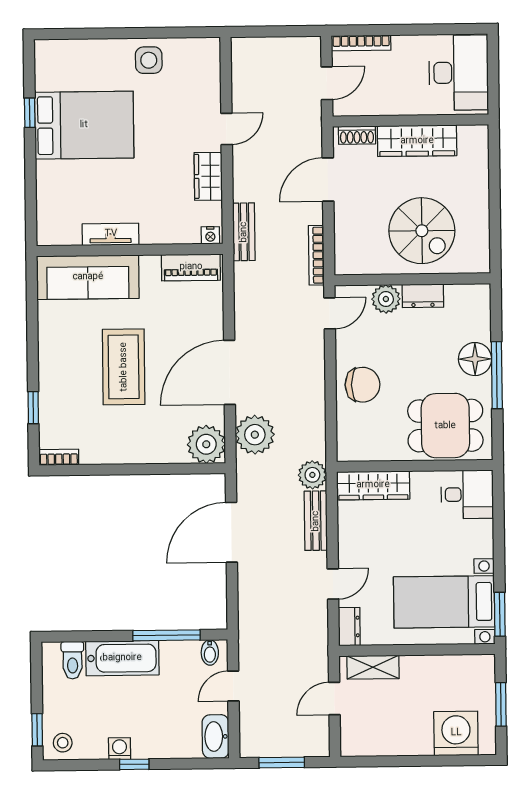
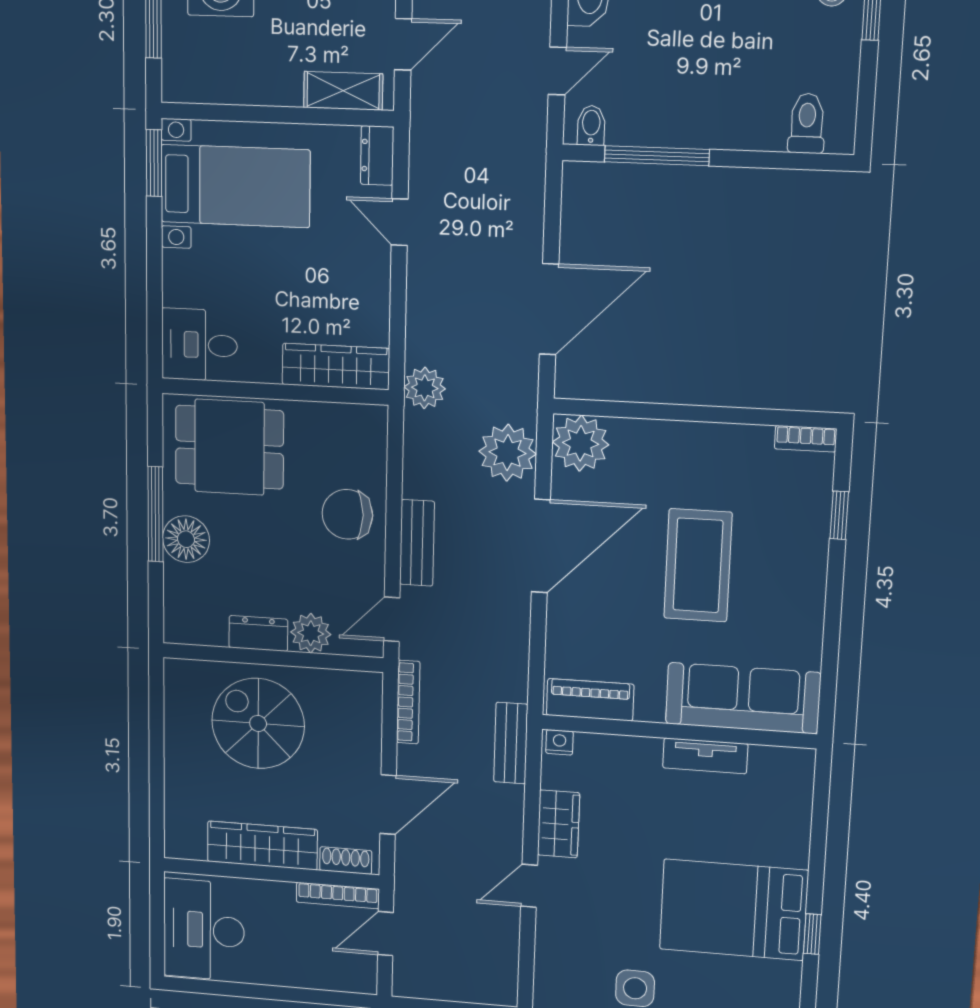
bookcase: (361, 43) -> (338, 896), moved, turned 180
bench: (316, 521) -> (417, 543), moved
door: (333, 584) -> (400, 222), hinge flipped
bathtub: (122, 658) -> (728, 123), removed

